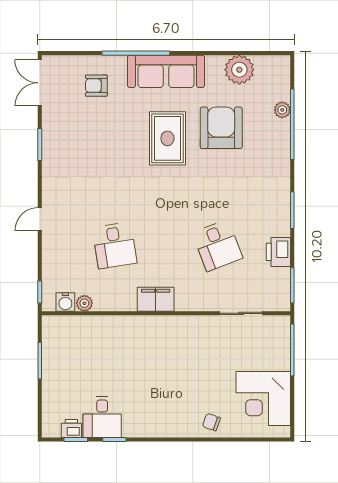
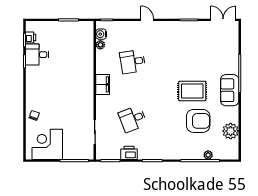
sofa: (166, 71) -> (230, 90), width x0.73
armchair: (96, 86) -> (222, 51), removed

